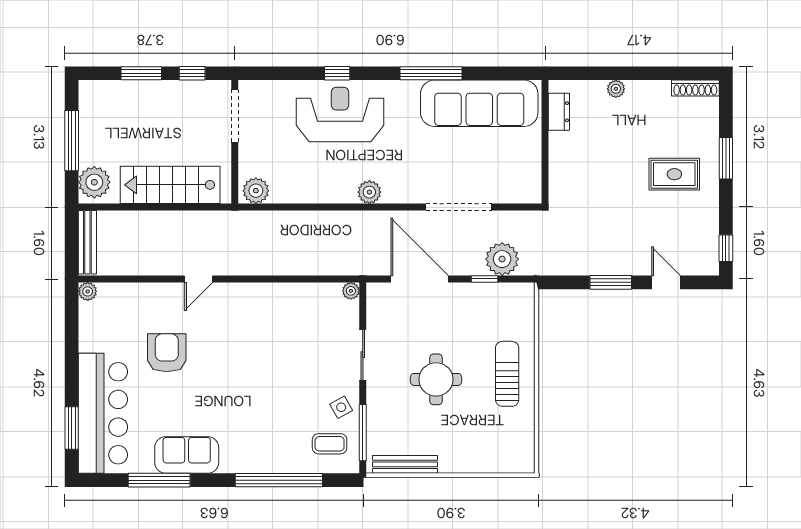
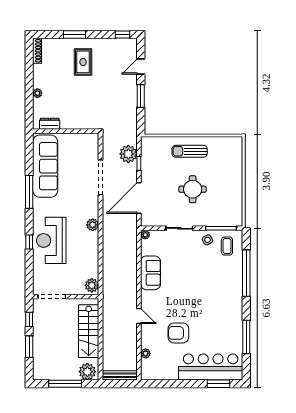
plant: (88, 291) -> (146, 353), moved
sofa: (187, 455) -> (151, 273), moved, turned 180
bench: (405, 464) -> (238, 206), removed

